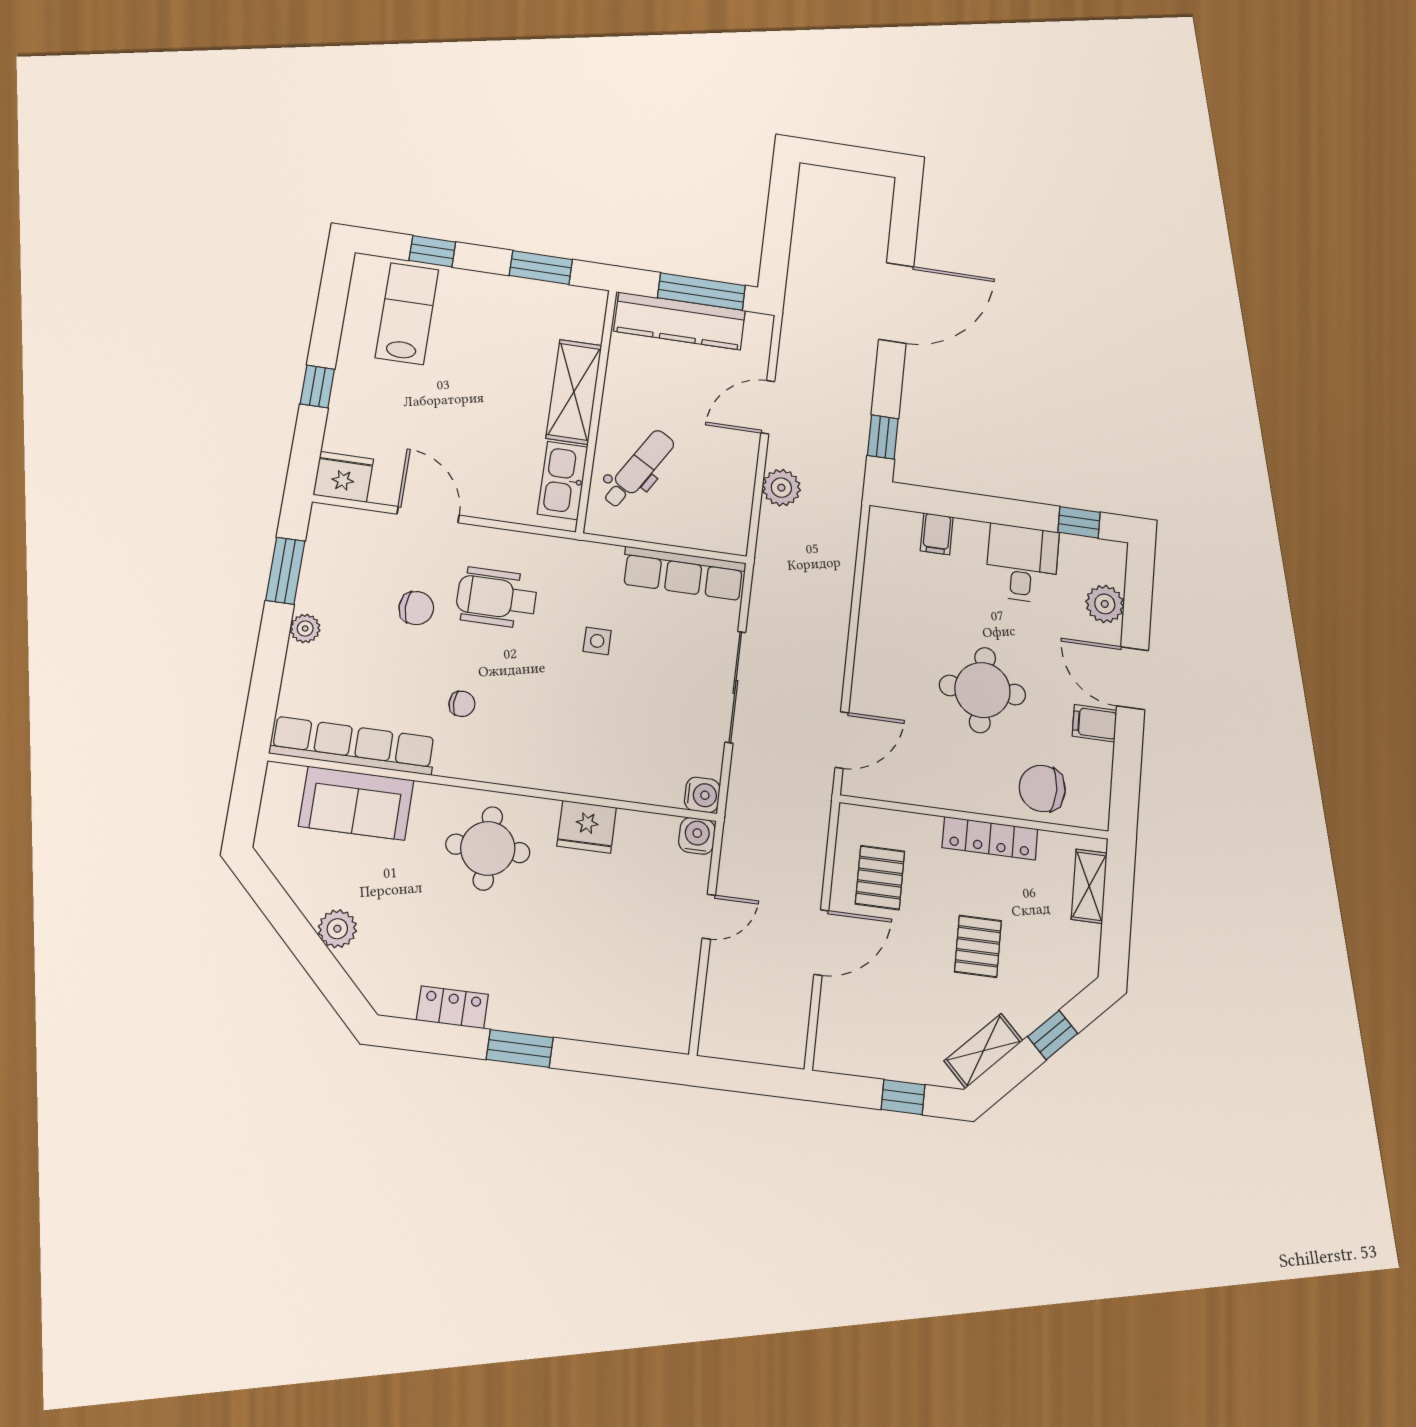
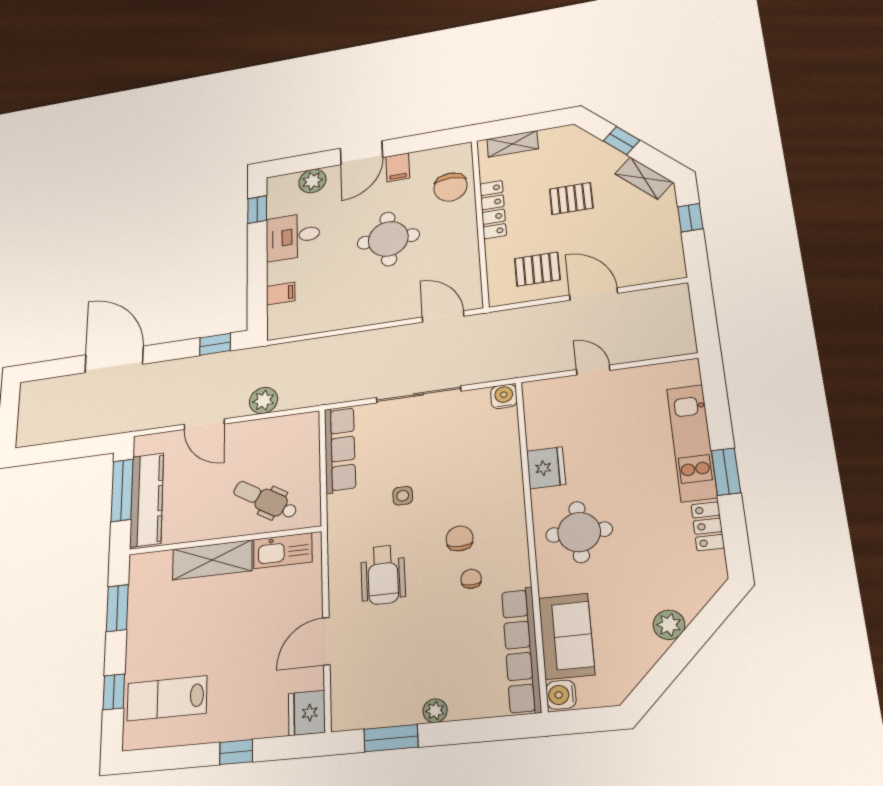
chair: (416, 608) -> (460, 538), moved
water cooler: (697, 836) -> (561, 695), moved
kitchen unit: (571, 1016) -> (692, 443), added

